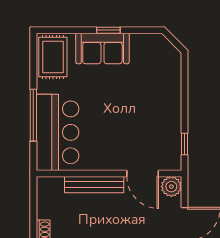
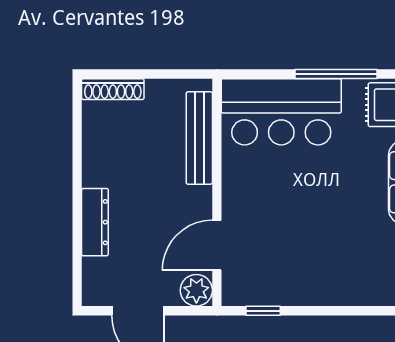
window: (33, 115) -> (336, 74), moved
bench: (94, 185) -> (199, 138), moved

